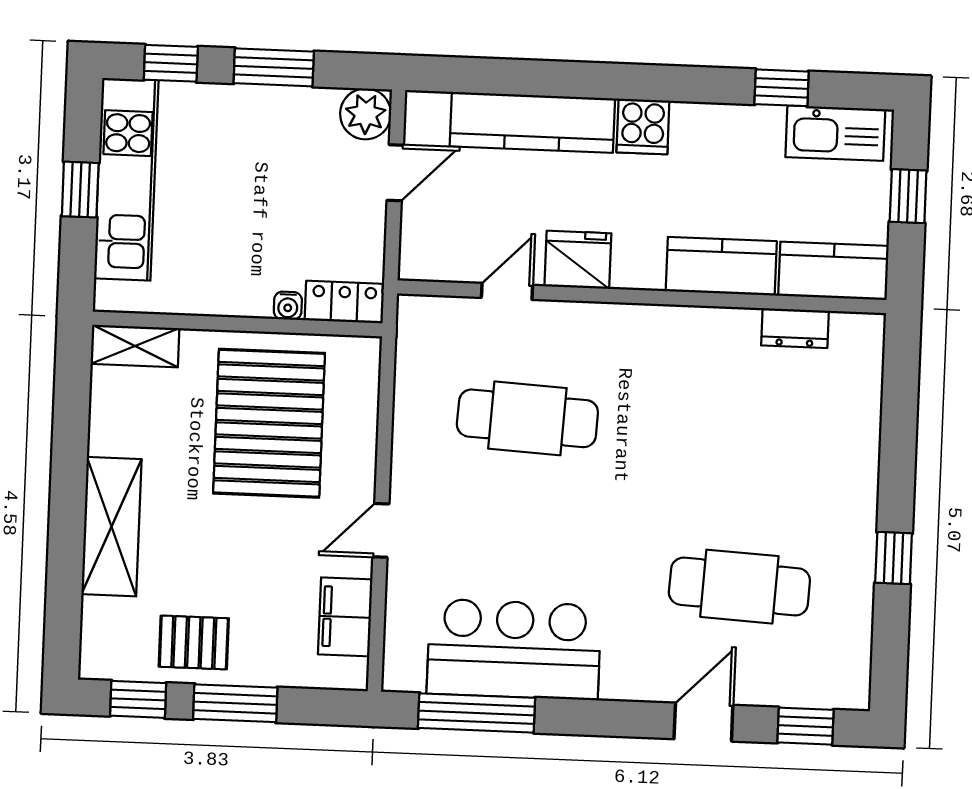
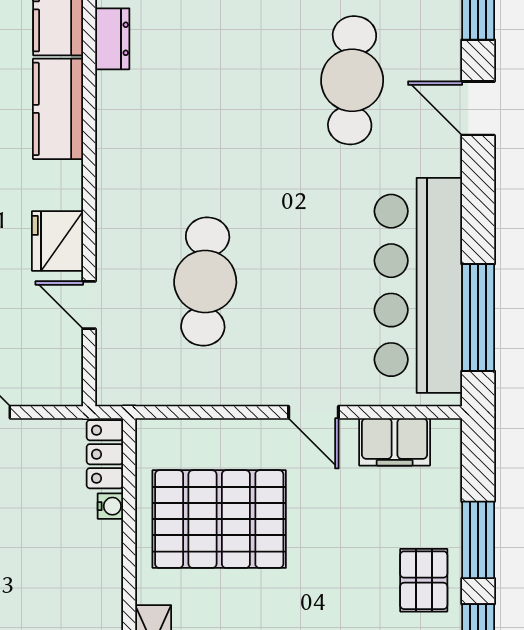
bar counter: (514, 649) -> (418, 285), width x1.36

